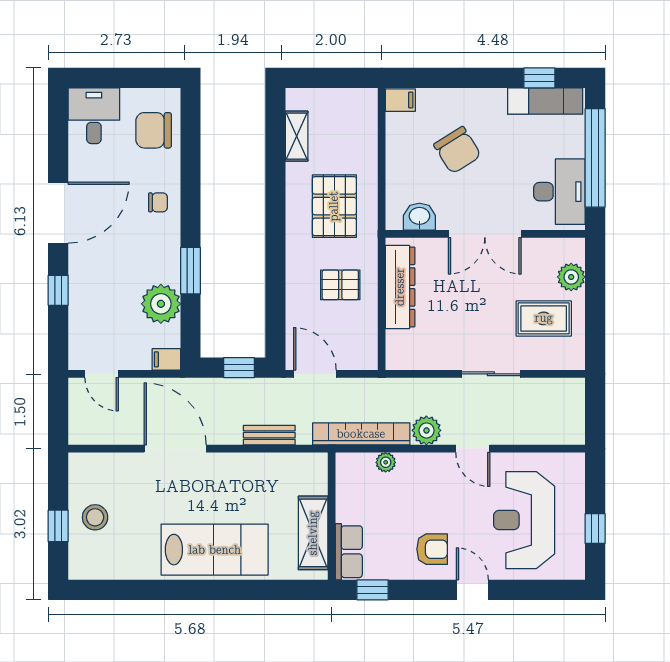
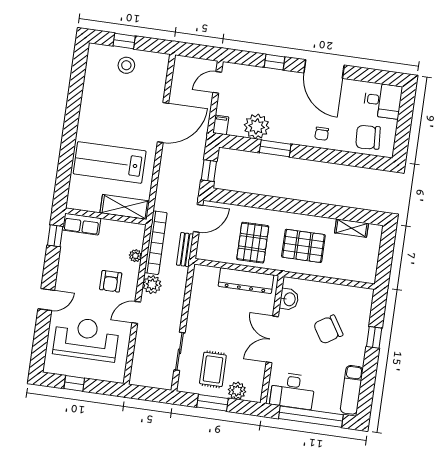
window: (539, 78) -> (374, 337), moved
filing cabinet: (400, 100) -> (365, 297), removed
chair: (154, 130) -> (368, 137), turned -94
pallet: (340, 285) -> (253, 243), width x1.50, depth x1.42
window: (595, 312) -> (212, 403), added
sliding door: (491, 374) -> (180, 351), moved
bench: (269, 435) -> (185, 250), moved
shelving: (313, 533) -> (125, 207), moved
armchair: (432, 549) -> (111, 281), moved
lab bench: (215, 550) -> (110, 162), moved, turned 90

